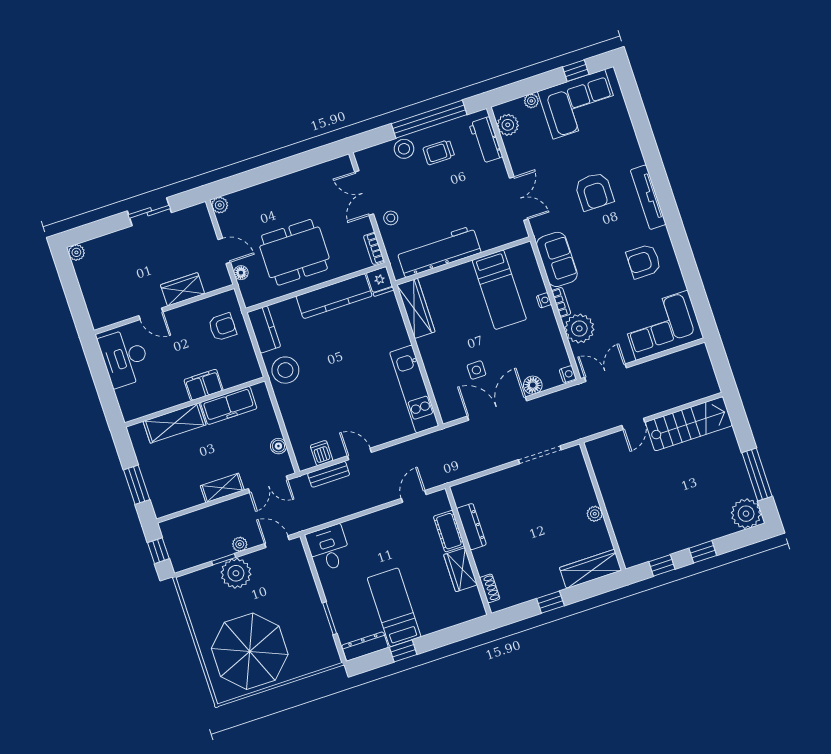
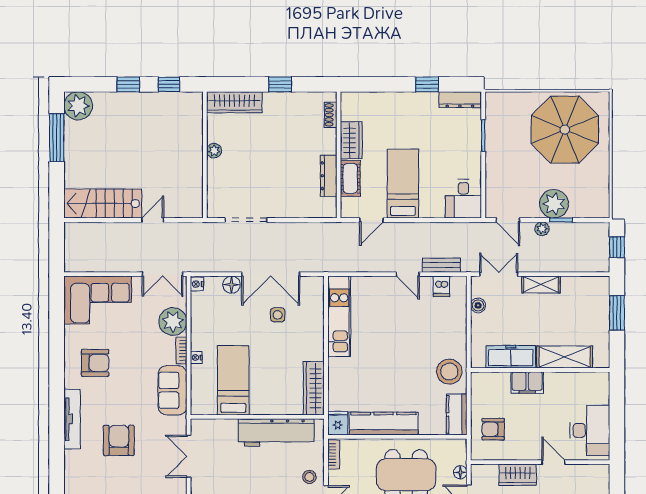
bed: (394, 607) -> (403, 184), moved, turned 180

